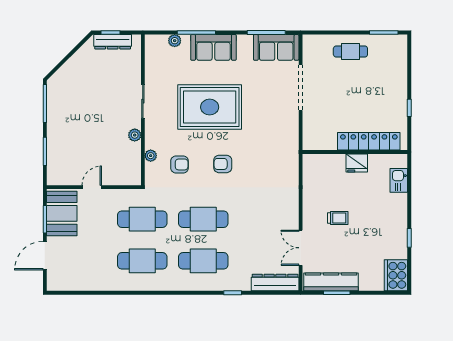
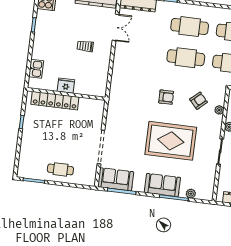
armchair: (180, 164) -> (199, 101), turned 138

